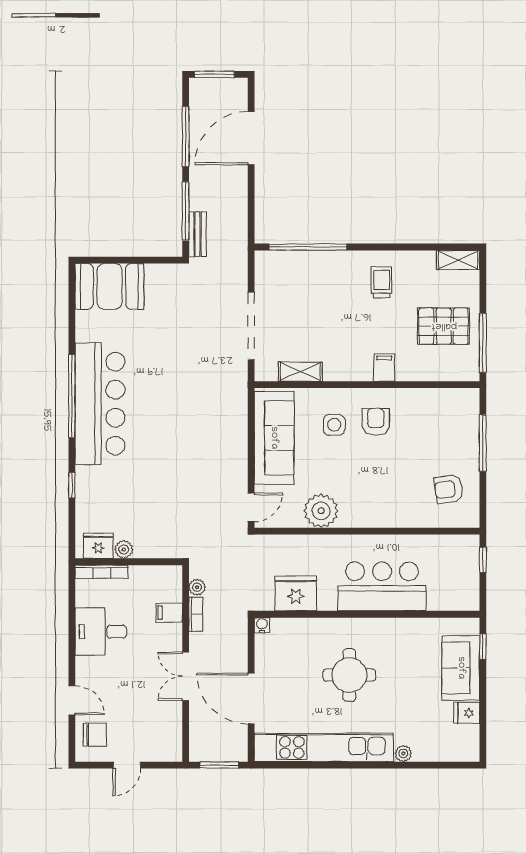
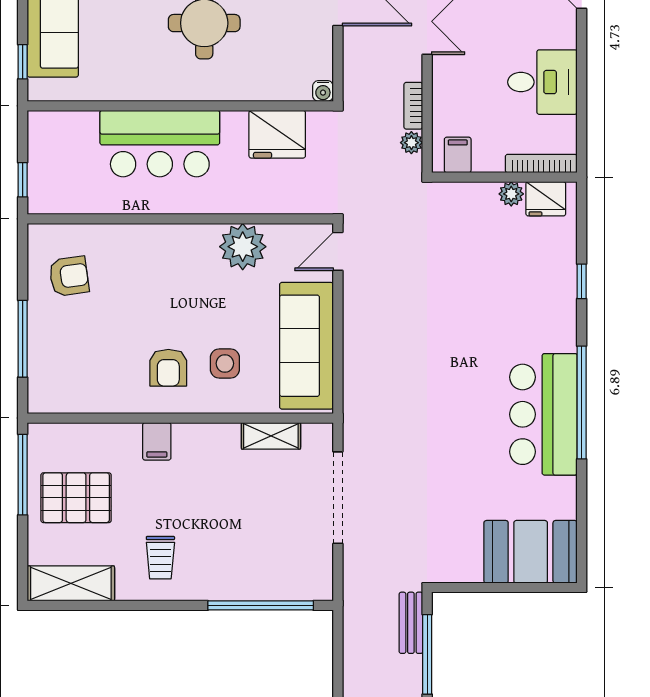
shelving: (458, 260) -> (71, 583), width x1.50, depth x1.33
bar counter: (100, 404) -> (543, 414), width x0.73
filing cabinet: (169, 613) -> (458, 155), moved, turned -90

